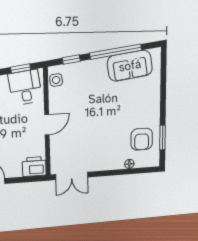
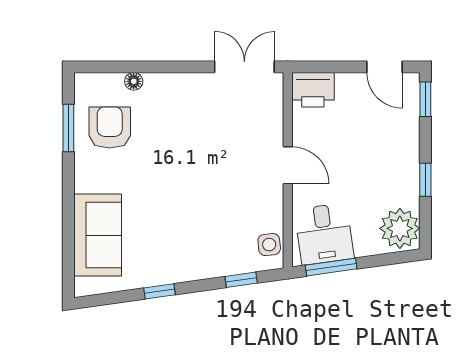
window: (116, 52) -> (159, 291), width x0.32
sofa: (130, 66) -> (98, 235), moved, turned 98
window: (21, 68) -> (331, 267), width x1.50
door: (47, 125) -> (288, 165), swing flipped

